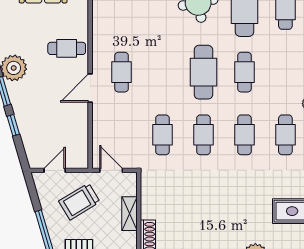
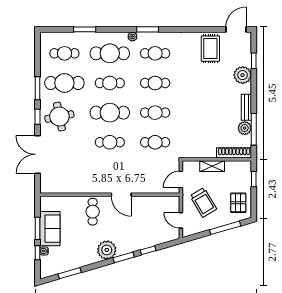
cafe table: (122, 72) -> (110, 142), moved
cafe table: (285, 72) -> (110, 53), added

